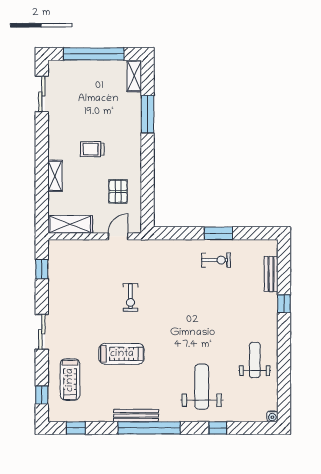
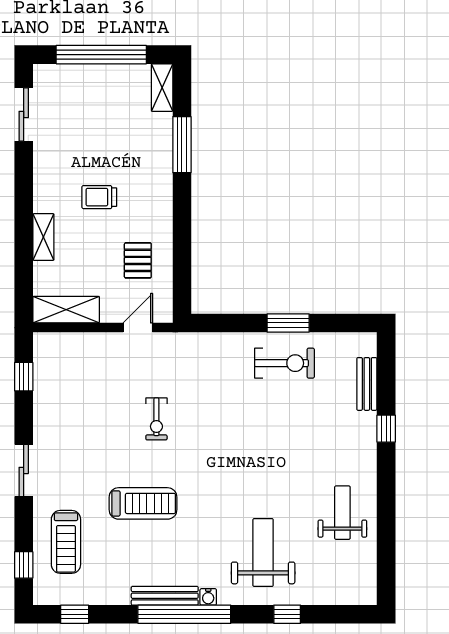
exercise bike: (216, 260) -> (284, 363), width x1.38, depth x1.39
water cooler: (272, 416) -> (208, 597), moved

